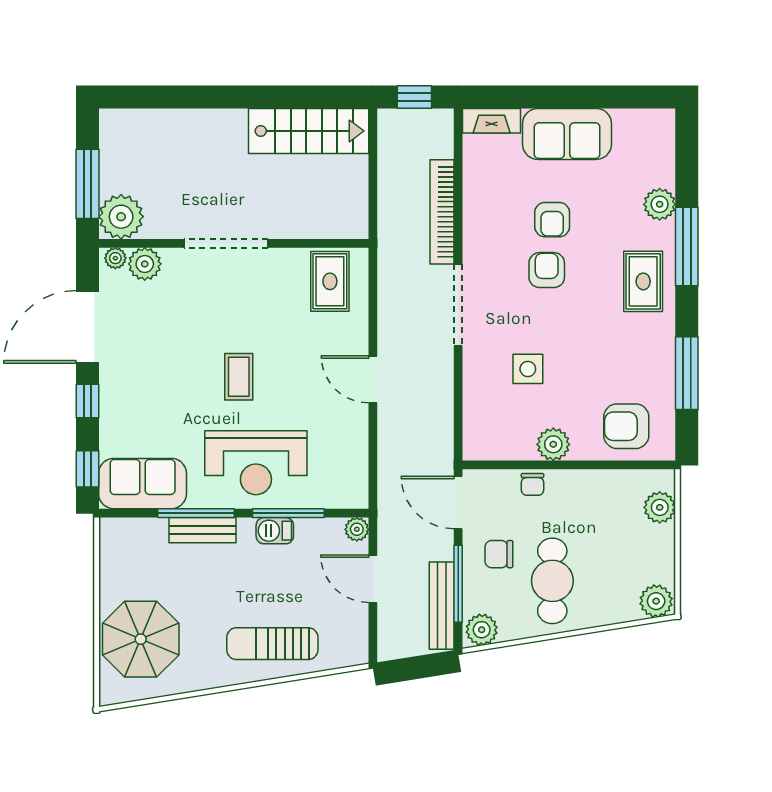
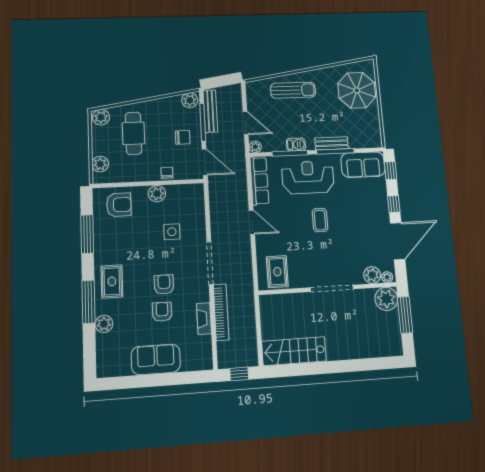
fireplace: (492, 121) -> (204, 319), moved, turned -90
armchair: (547, 270) -> (164, 284), turned 180
row of seats: (353, 460) -> (259, 181), added
cafe table: (552, 581) -> (134, 133), moved

